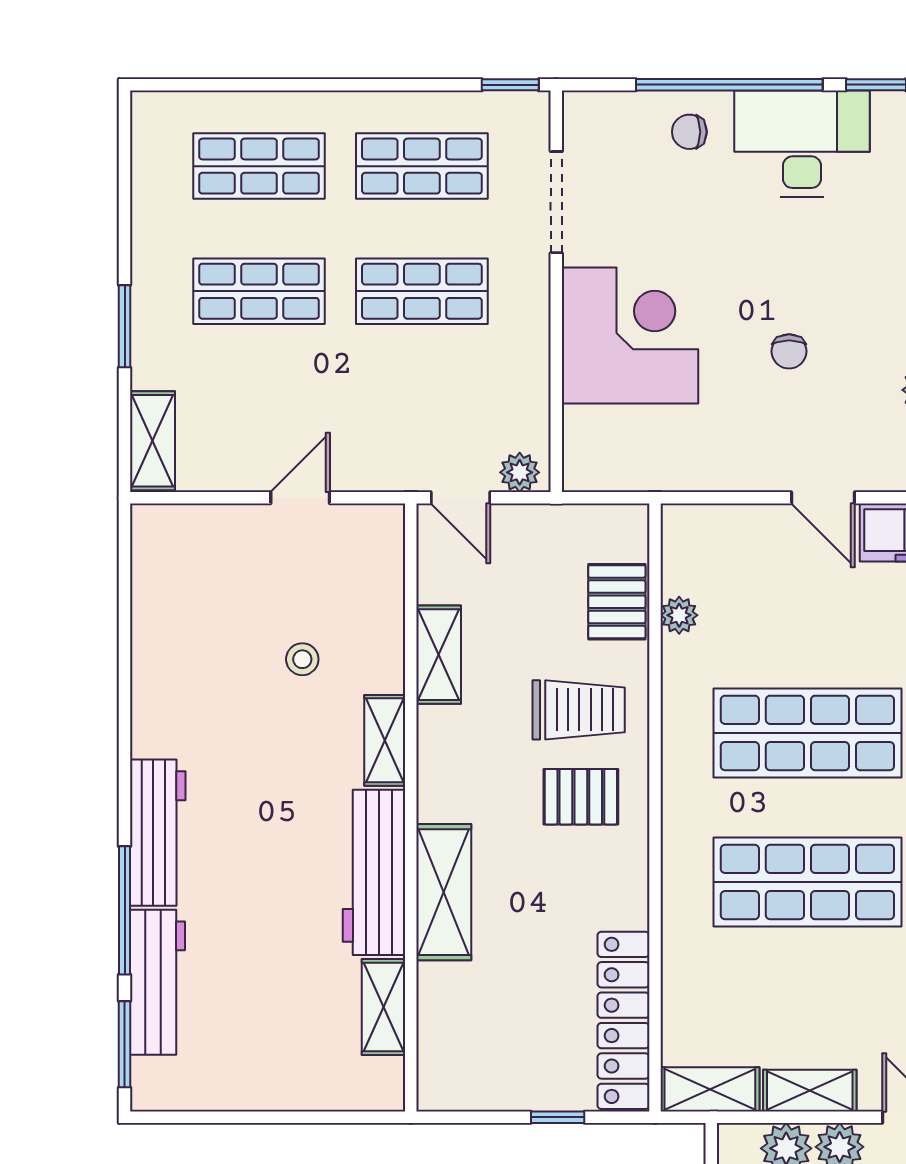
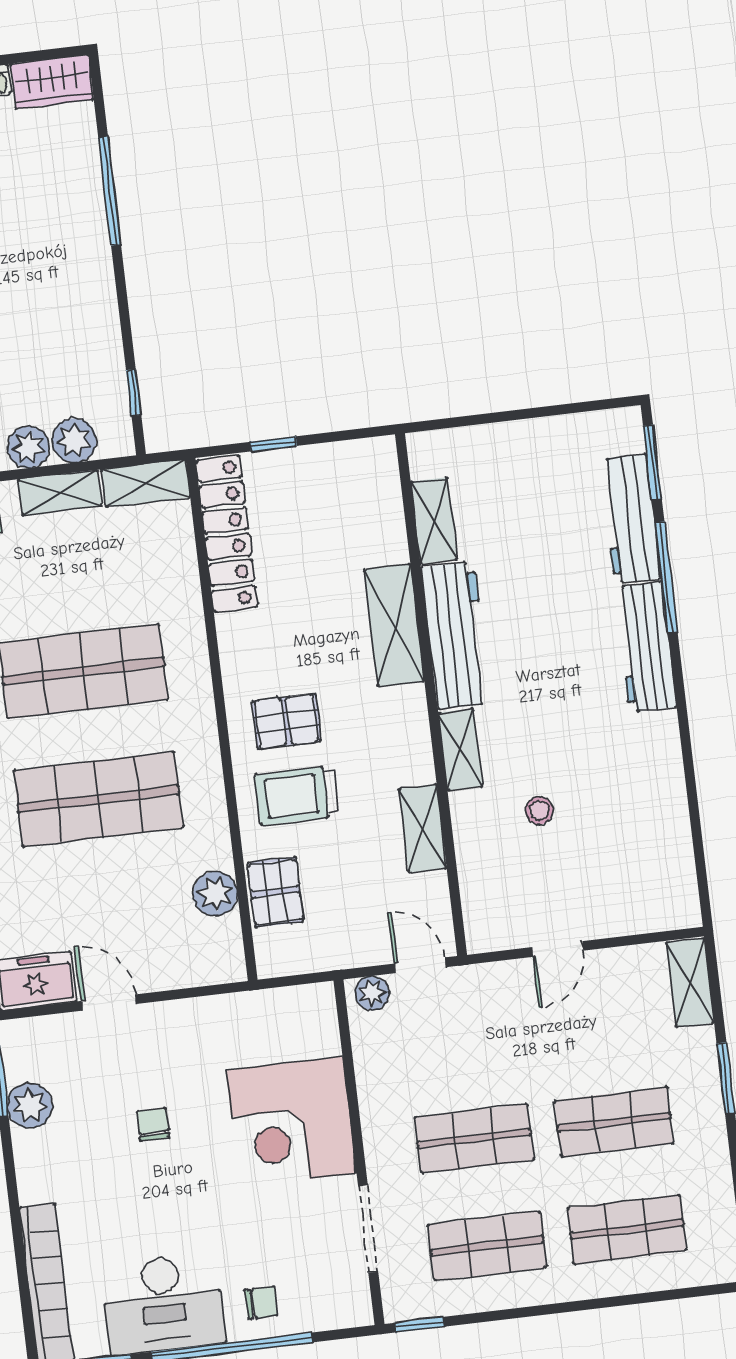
plant: (679, 615) -> (215, 894), width x1.38, depth x1.38

